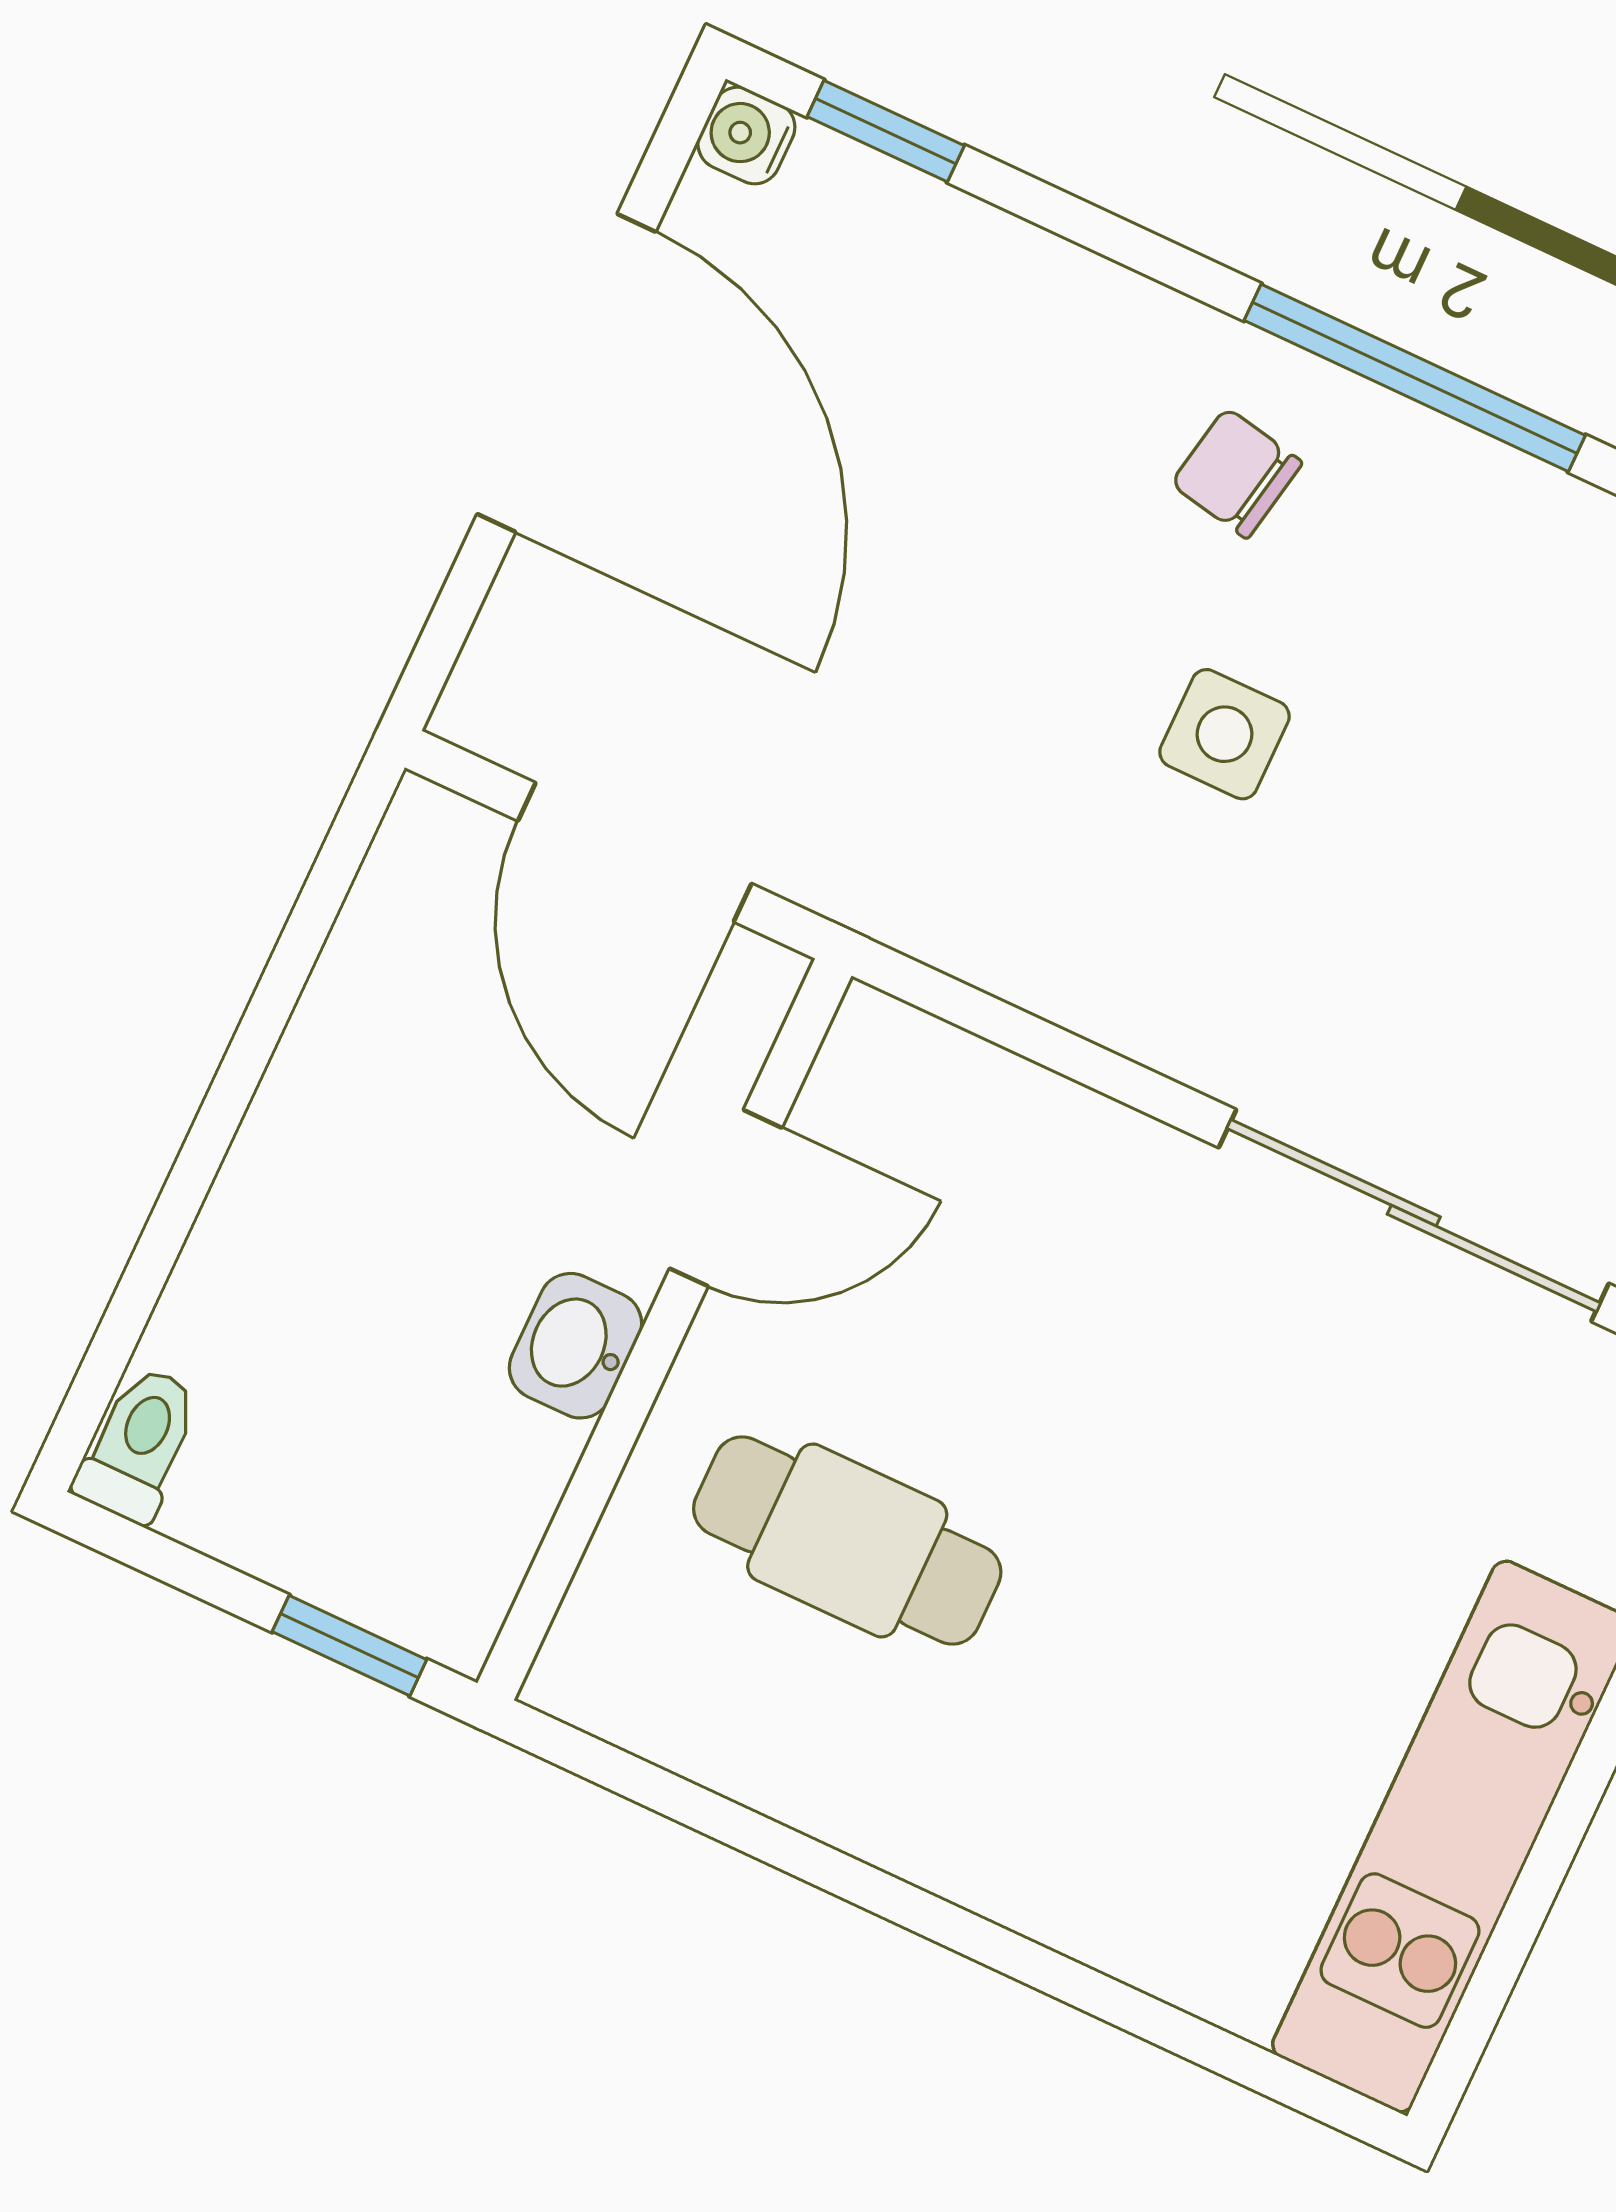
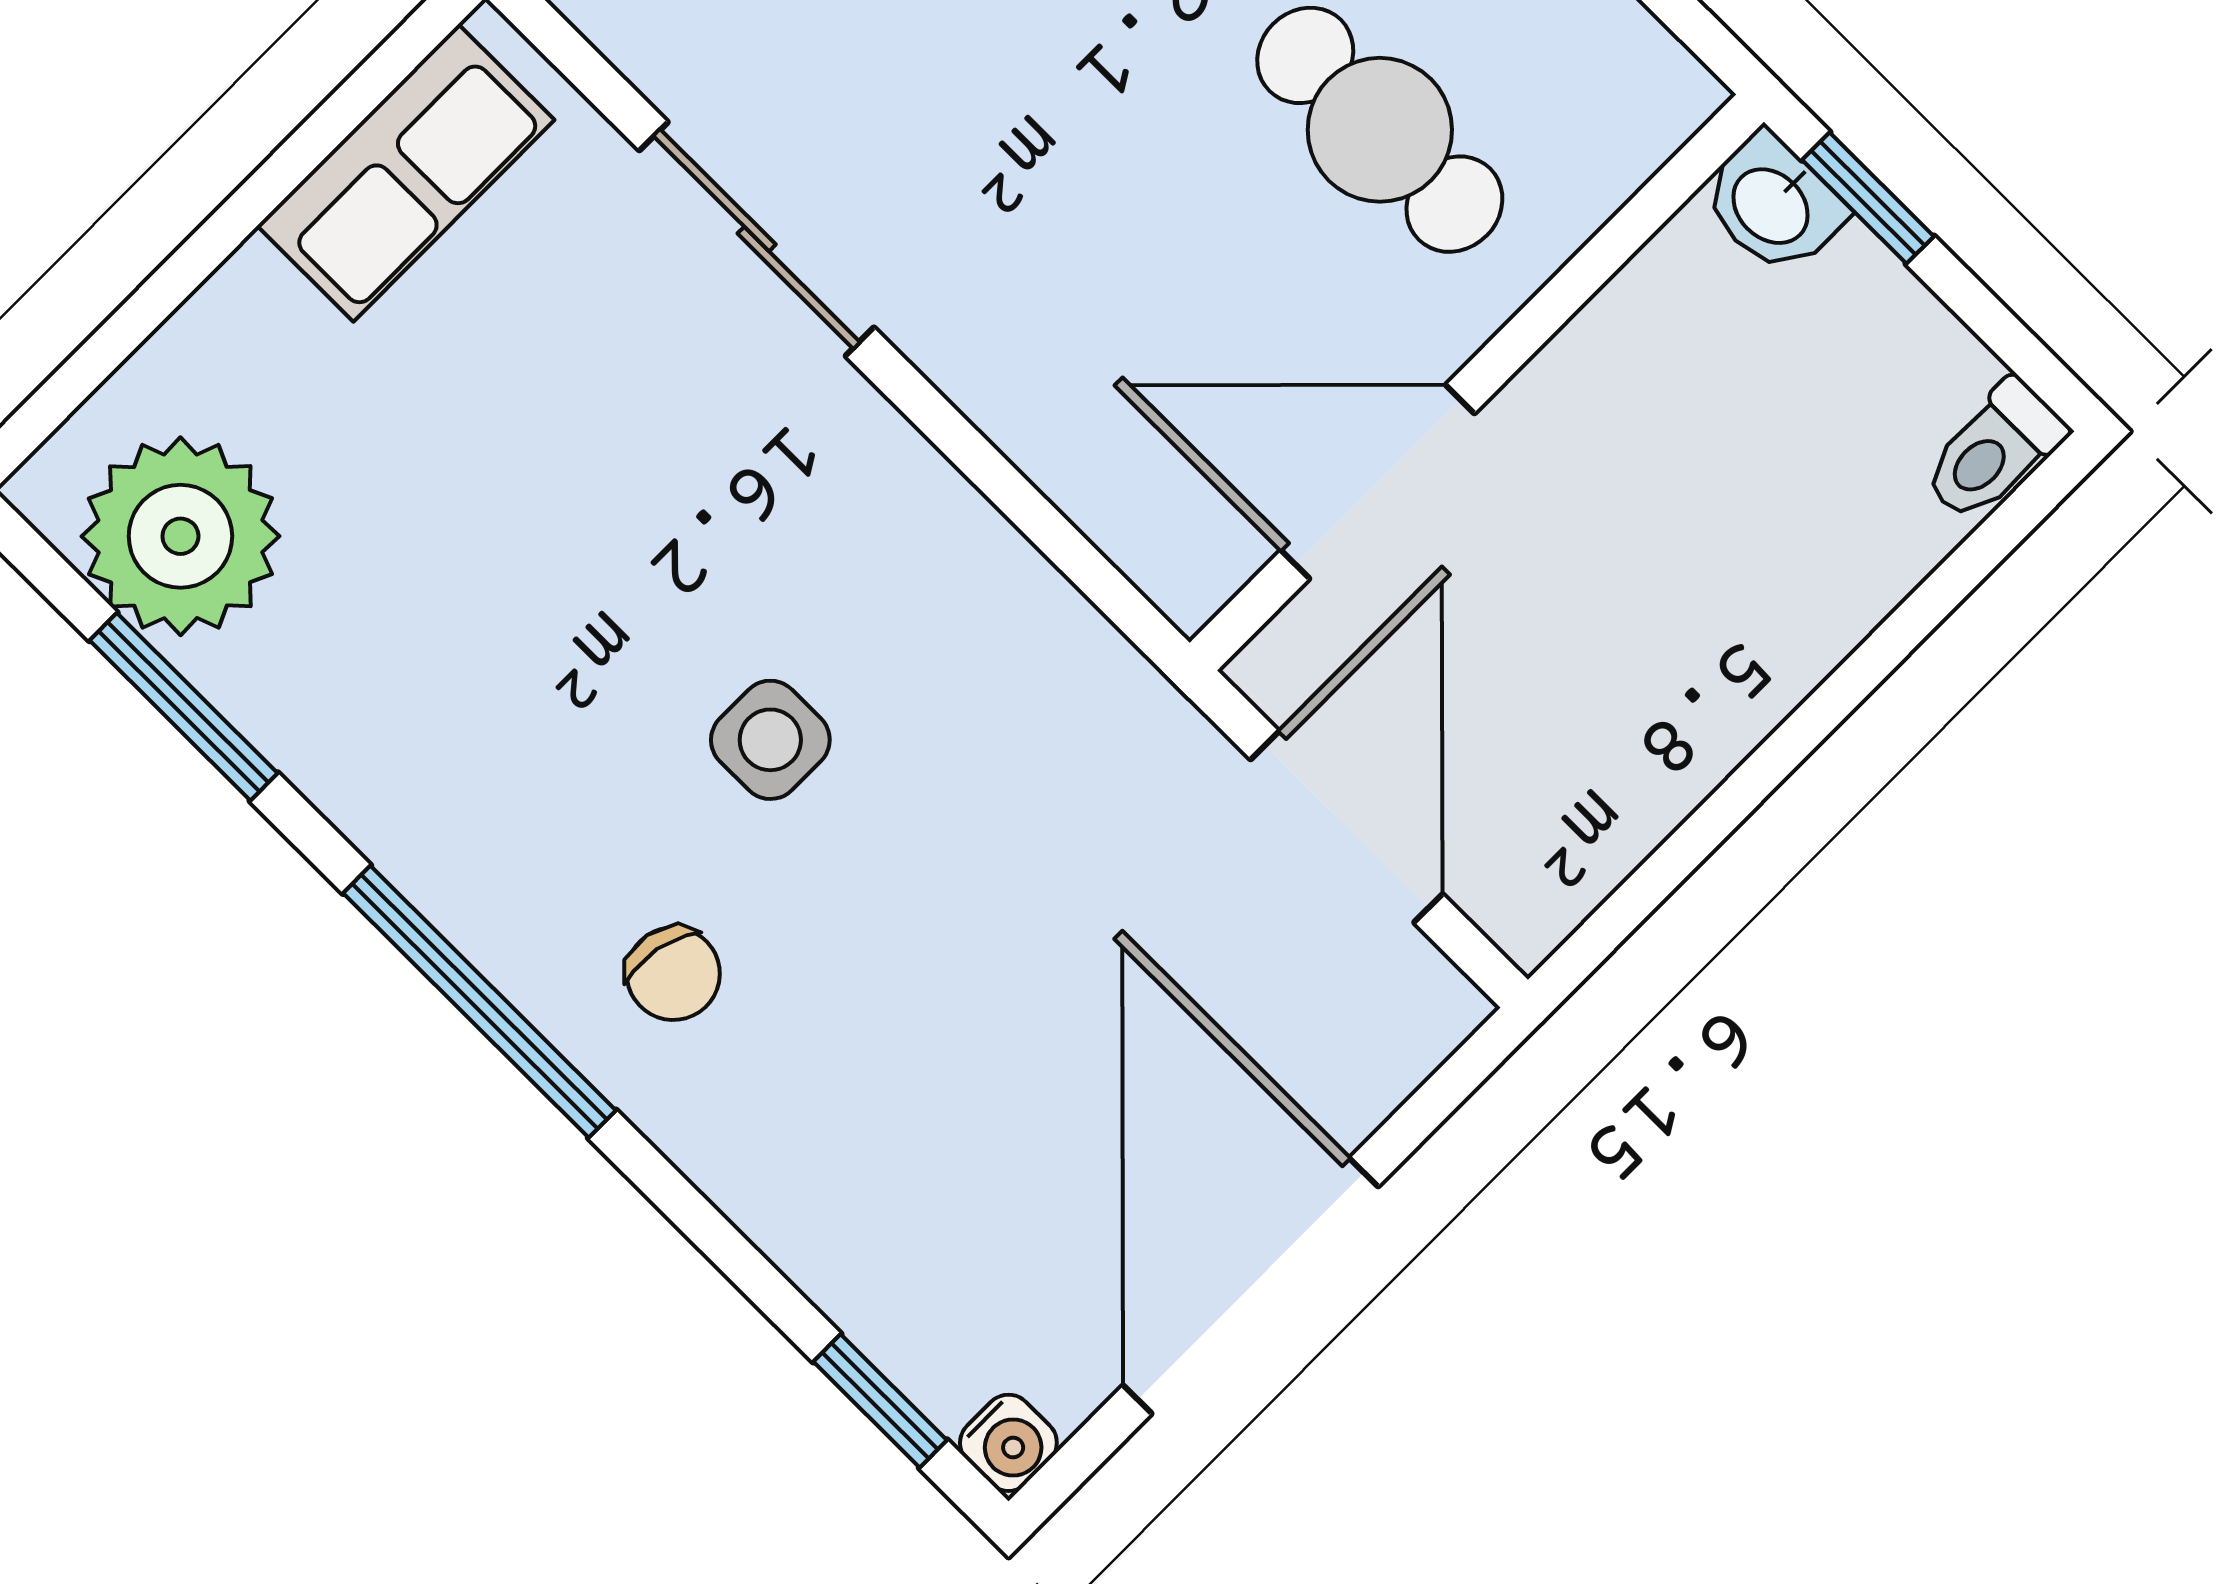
door: (726, 1198) -> (1378, 482), width x1.38
sliding door: (1414, 1216) -> (757, 239), width x0.73
washbasin: (576, 1346) -> (1773, 204), moved, turned 90

